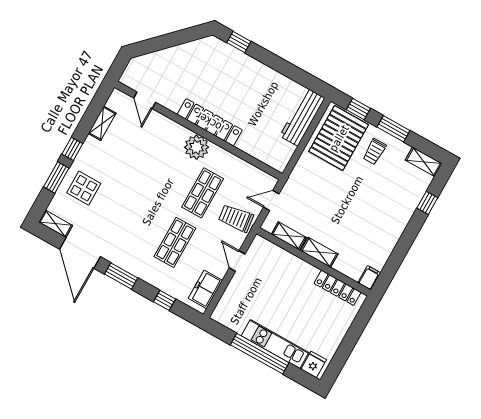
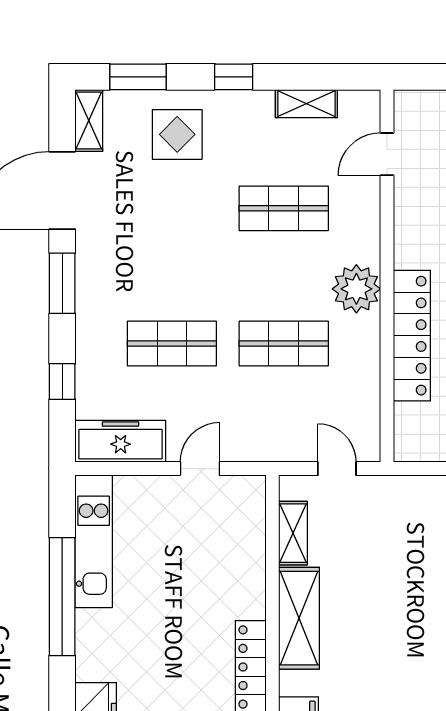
locker: (210, 122) -> (412, 336), moved
shop shelf: (143, 159) -> (284, 208), added
window: (56, 177) -> (138, 77), moved
trolley: (236, 218) -> (272, 425), removed
shelving: (319, 252) -> (299, 618), width x1.50, depth x1.33
freezer: (205, 289) -> (121, 441), width x1.40
kitchen unit: (275, 344) -> (94, 541), moved

